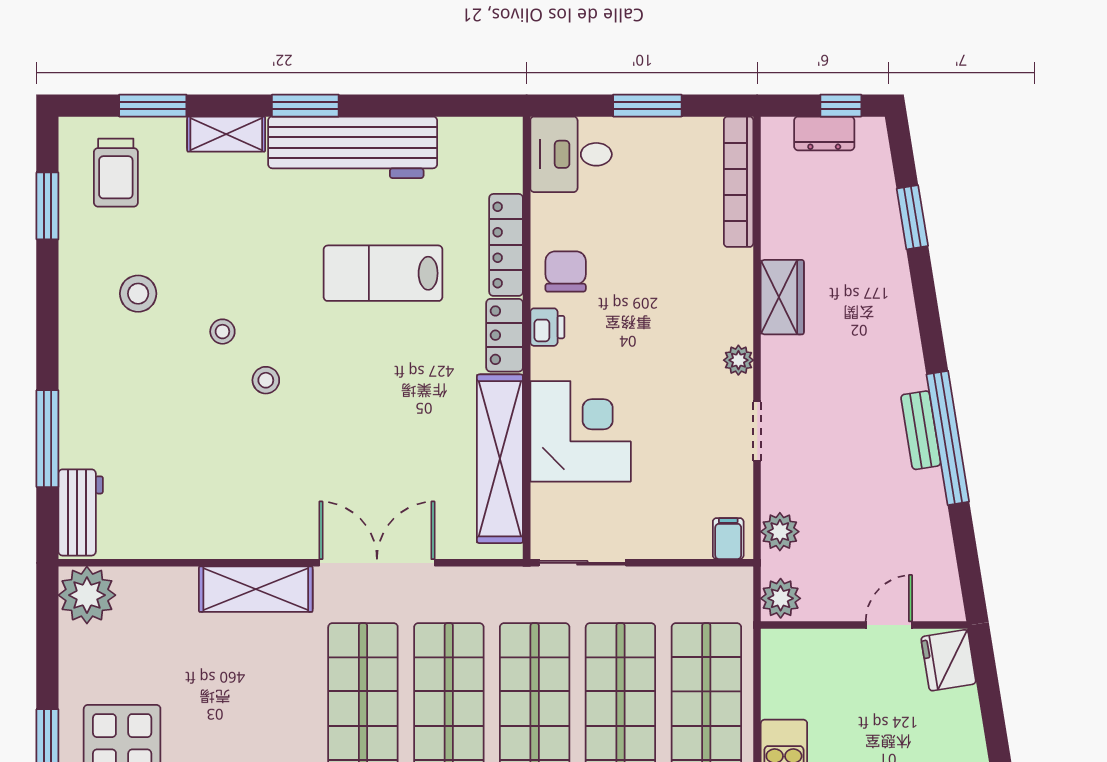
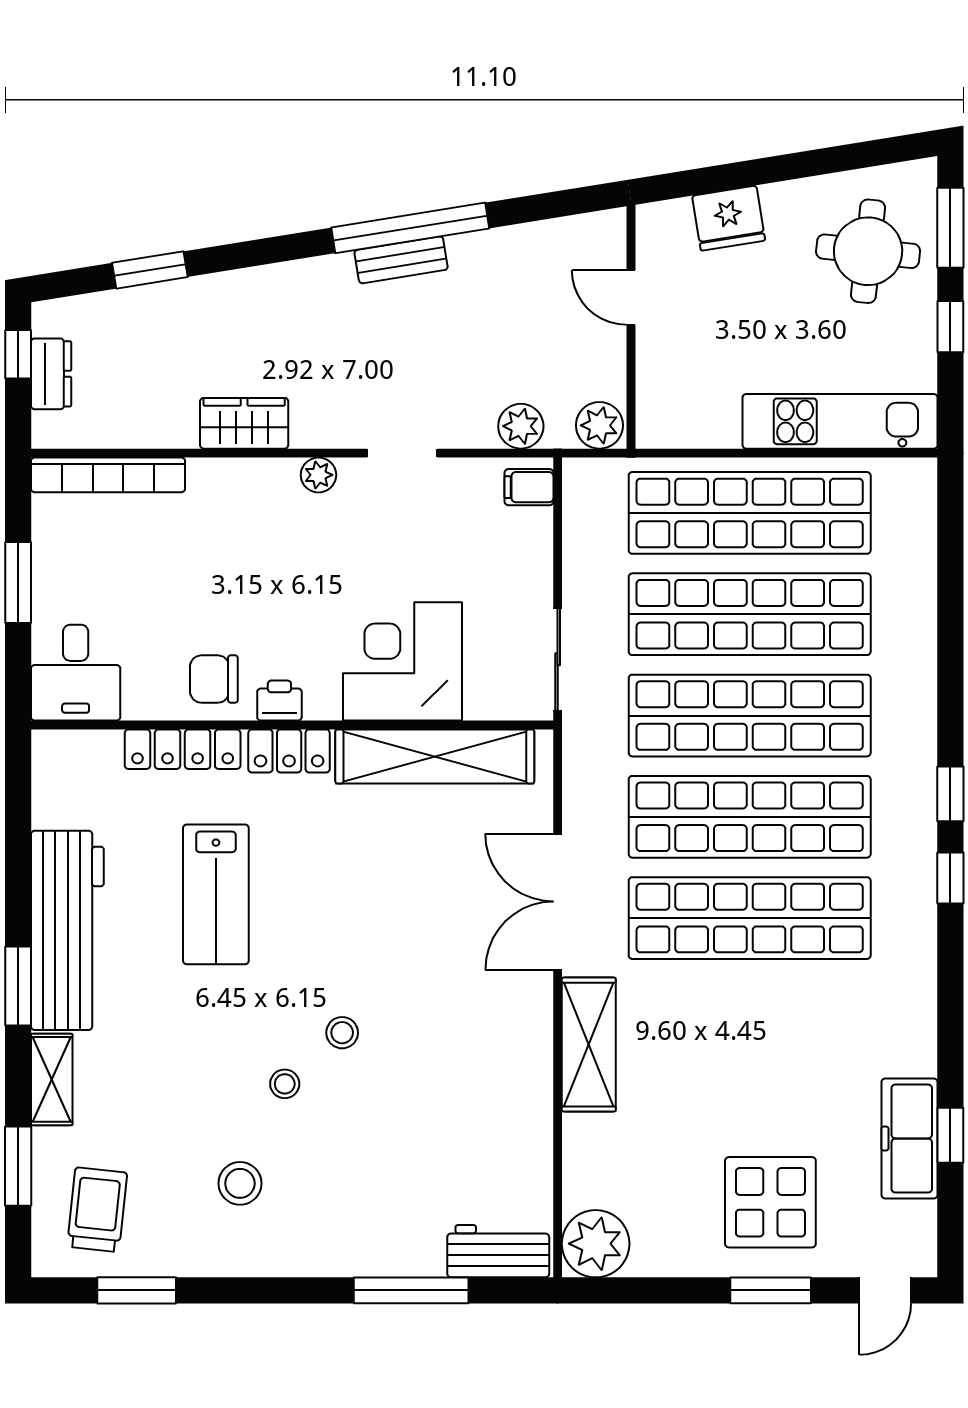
trolley: (116, 173) -> (97, 1210), turned -84
fridge: (949, 660) -> (729, 218), moved

